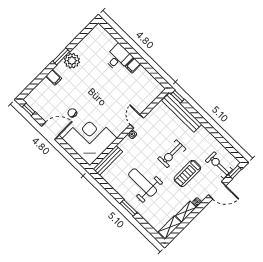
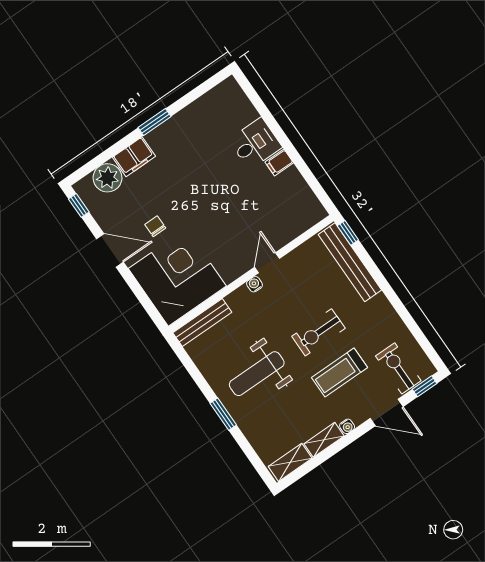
plant: (72, 61) -> (108, 178), moved
filing cabinet: (54, 77) -> (134, 157), width x2.00
weight bench: (143, 183) -> (257, 374), turned -90

